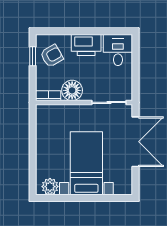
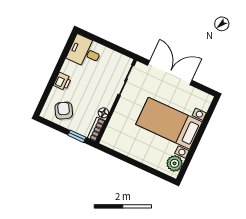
printer: (86, 45) -> (62, 82), width x0.53, depth x0.68
window: (33, 56) -> (77, 136), moved
floor lamp: (72, 90) -> (103, 113), width x0.53, depth x0.53

